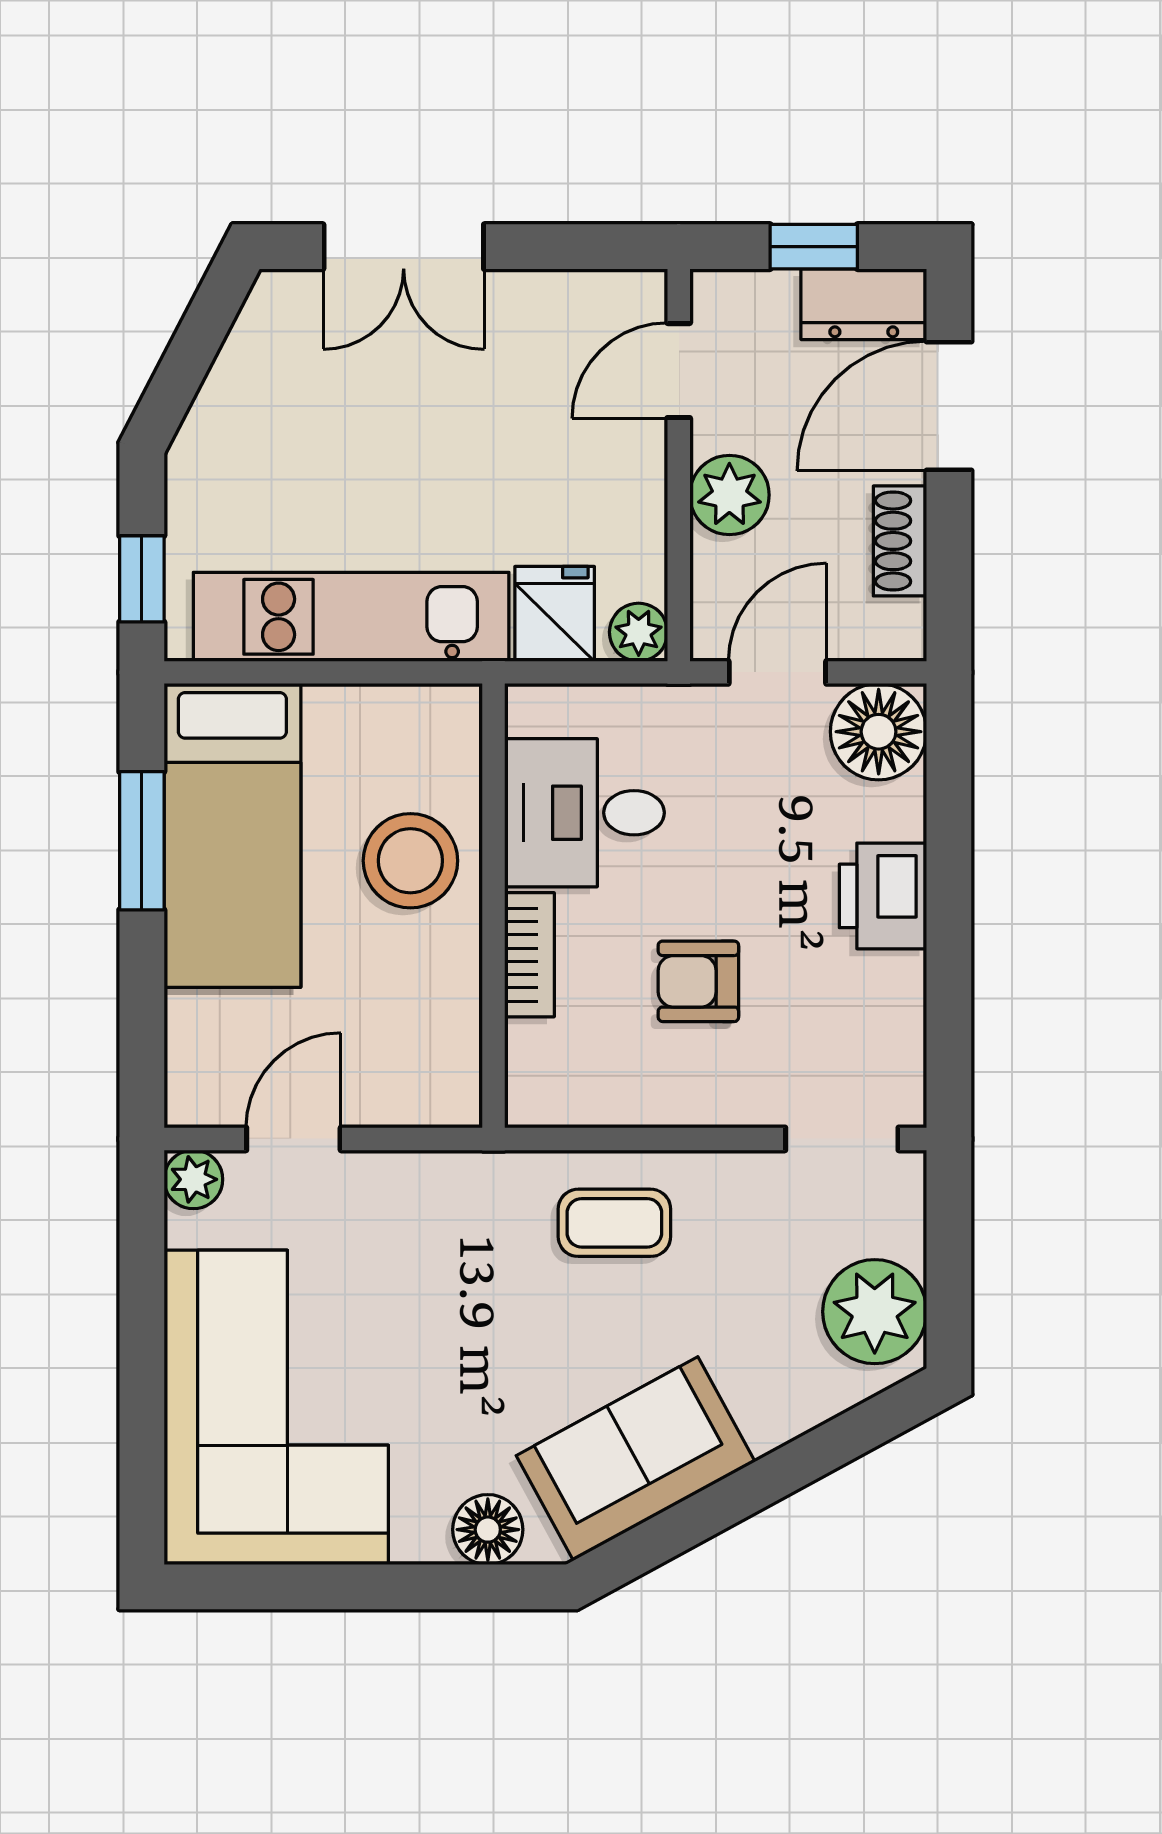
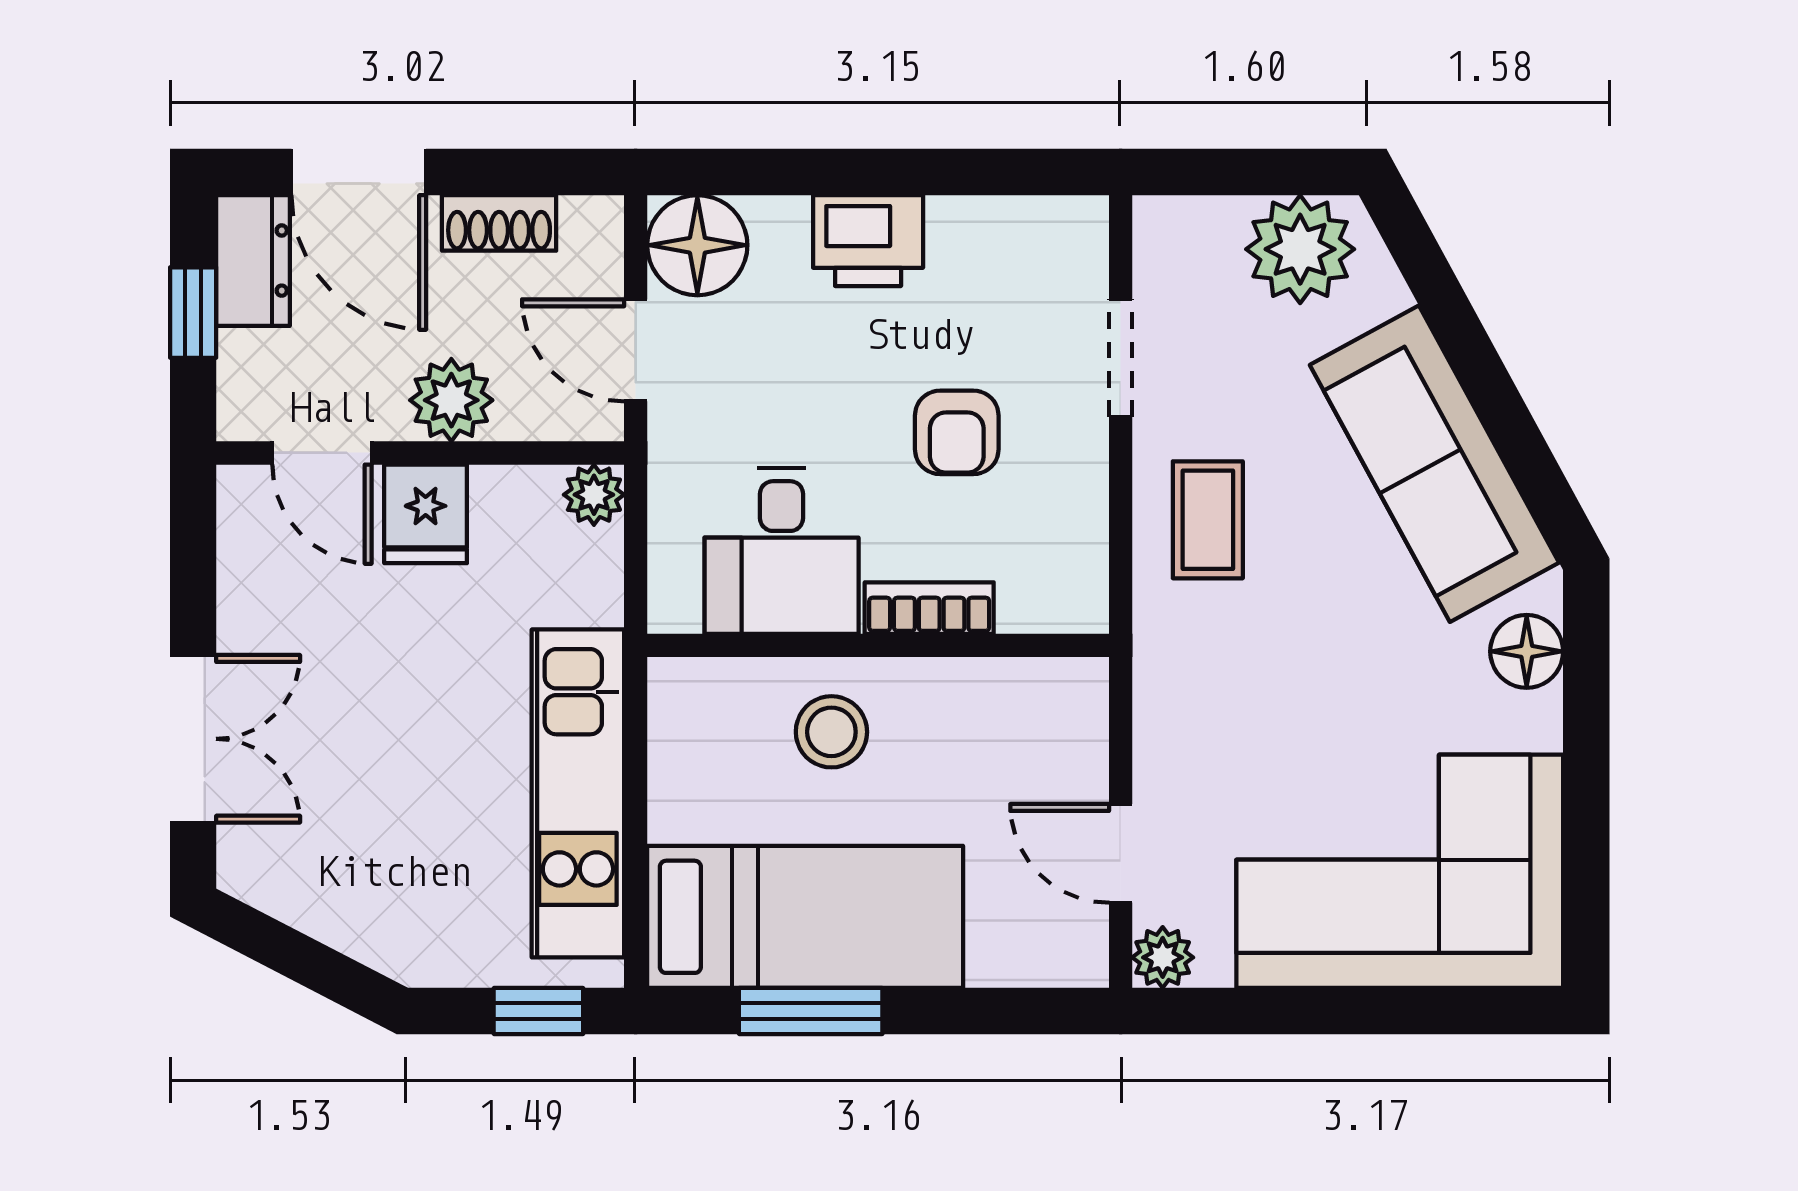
fridge: (555, 614) -> (426, 514), moved, turned -90
stool: (410, 861) -> (831, 732), width x0.73, depth x0.73
doorway: (842, 1139) -> (1121, 358), moved
sofa: (636, 1459) -> (1434, 464), width x1.36

